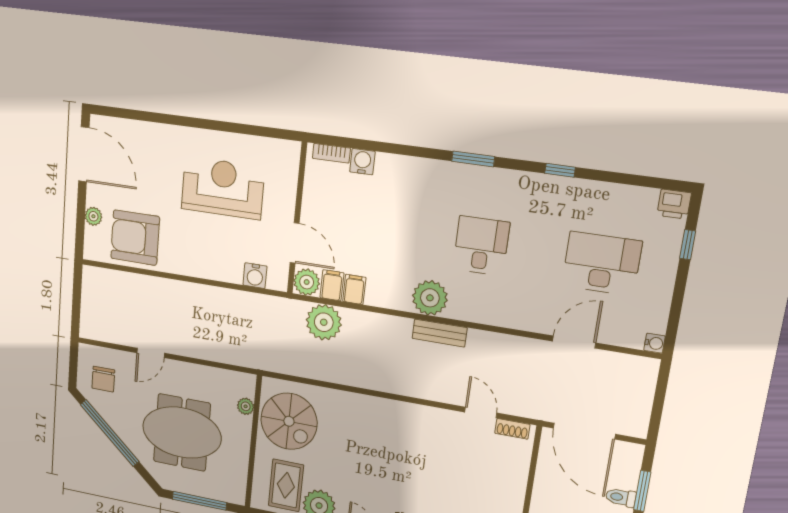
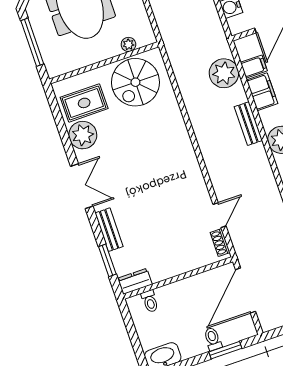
plant: (307, 282) -> (247, 47), removed
filing cabinet: (354, 289) -> (262, 92), width x2.00
bench: (440, 333) -> (248, 124), moved

